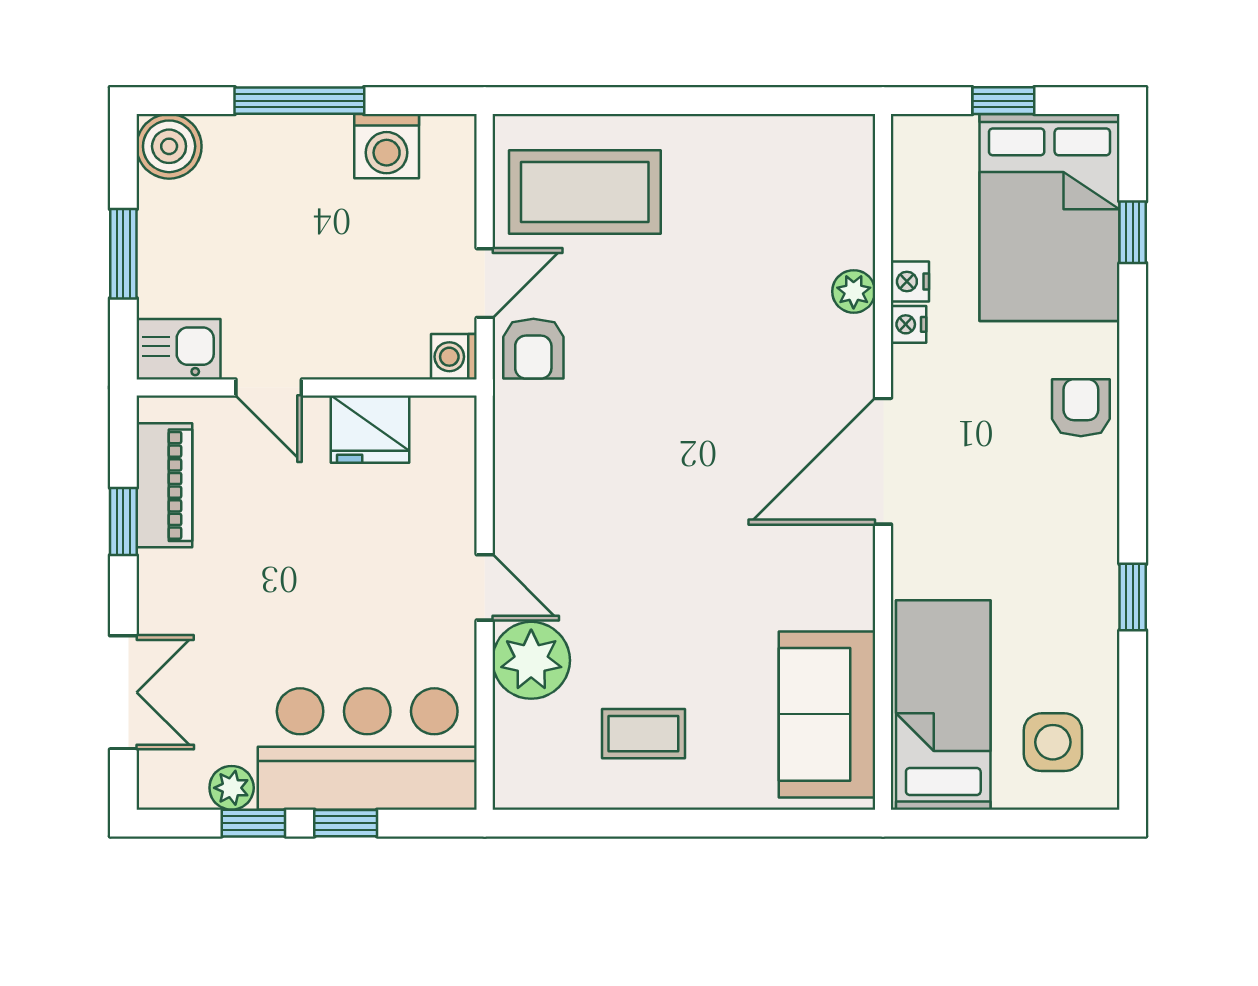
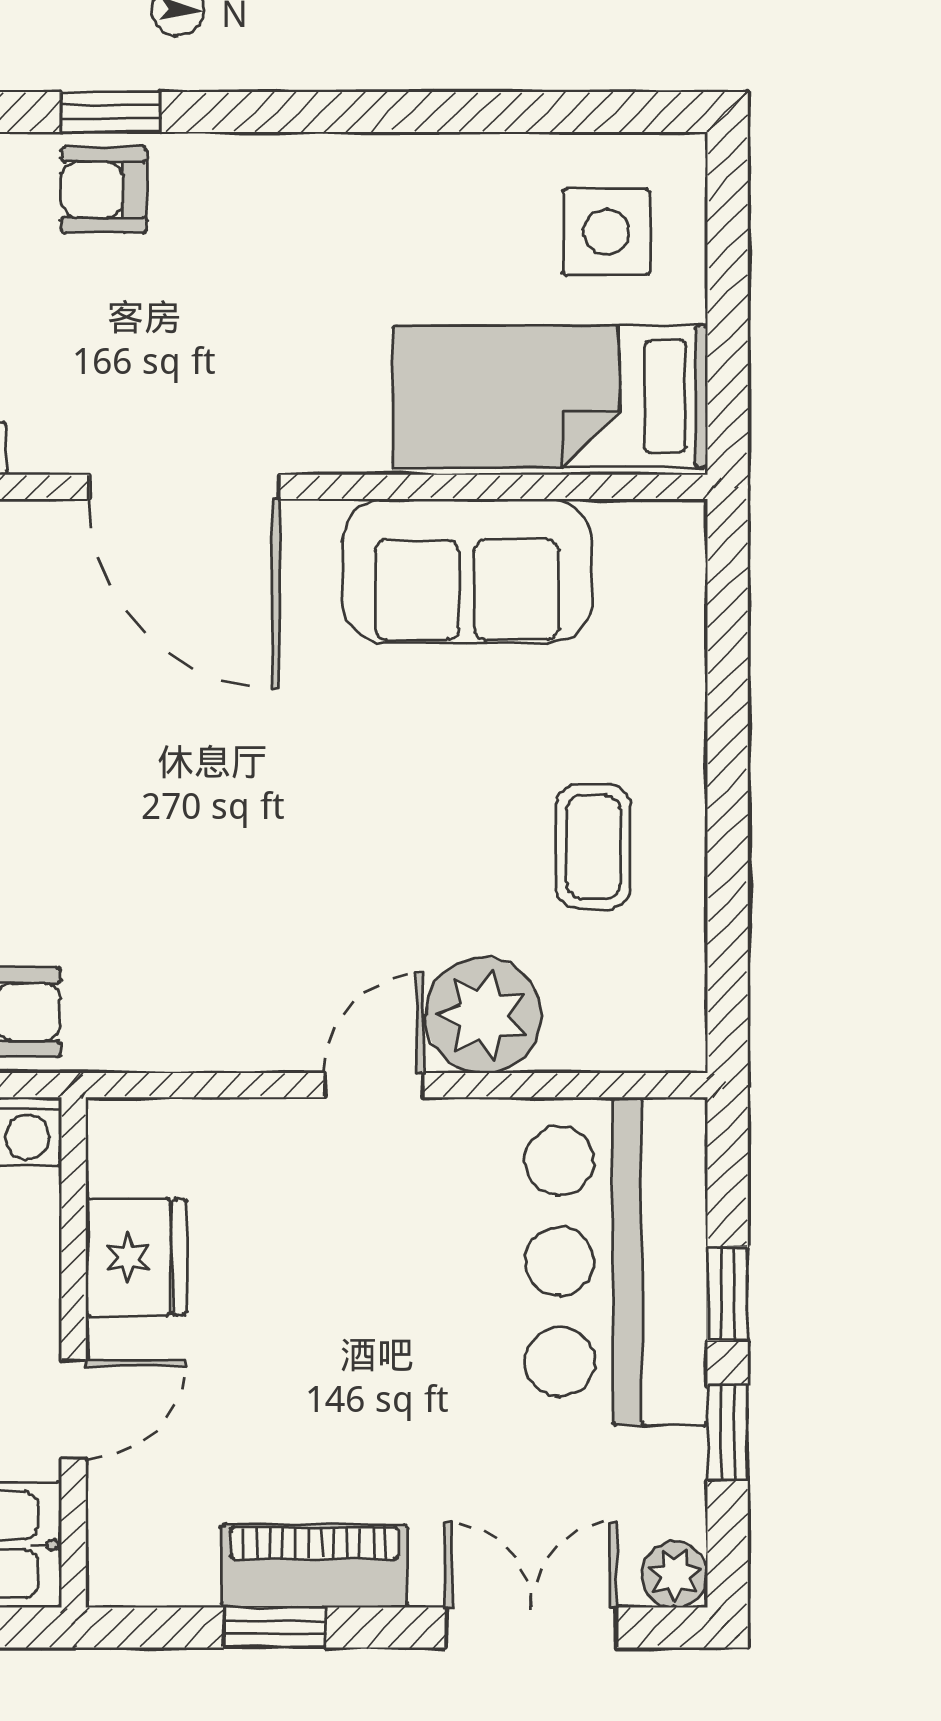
piano: (164, 485) -> (314, 1566), moved
window: (1133, 597) -> (111, 112), moved
sofa: (827, 714) -> (467, 571), moved
plant: (232, 788) -> (675, 1575), moved

